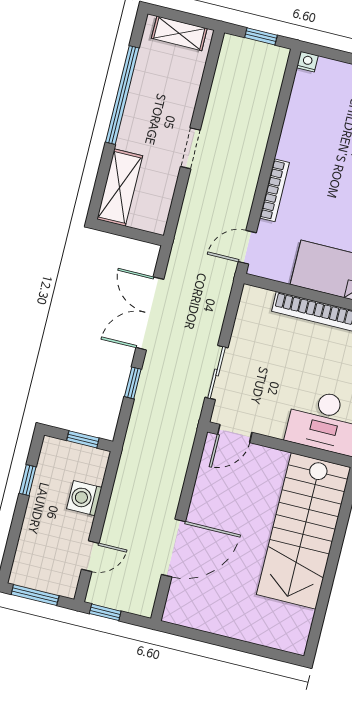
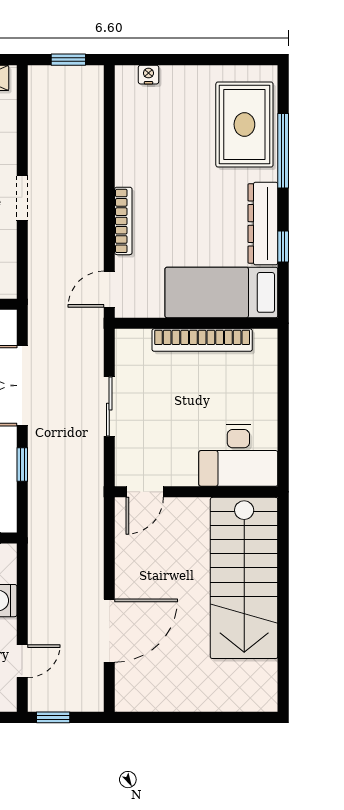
nightstand: (307, 62) -> (148, 75), moved
sliding door: (217, 373) -> (109, 407), moved

